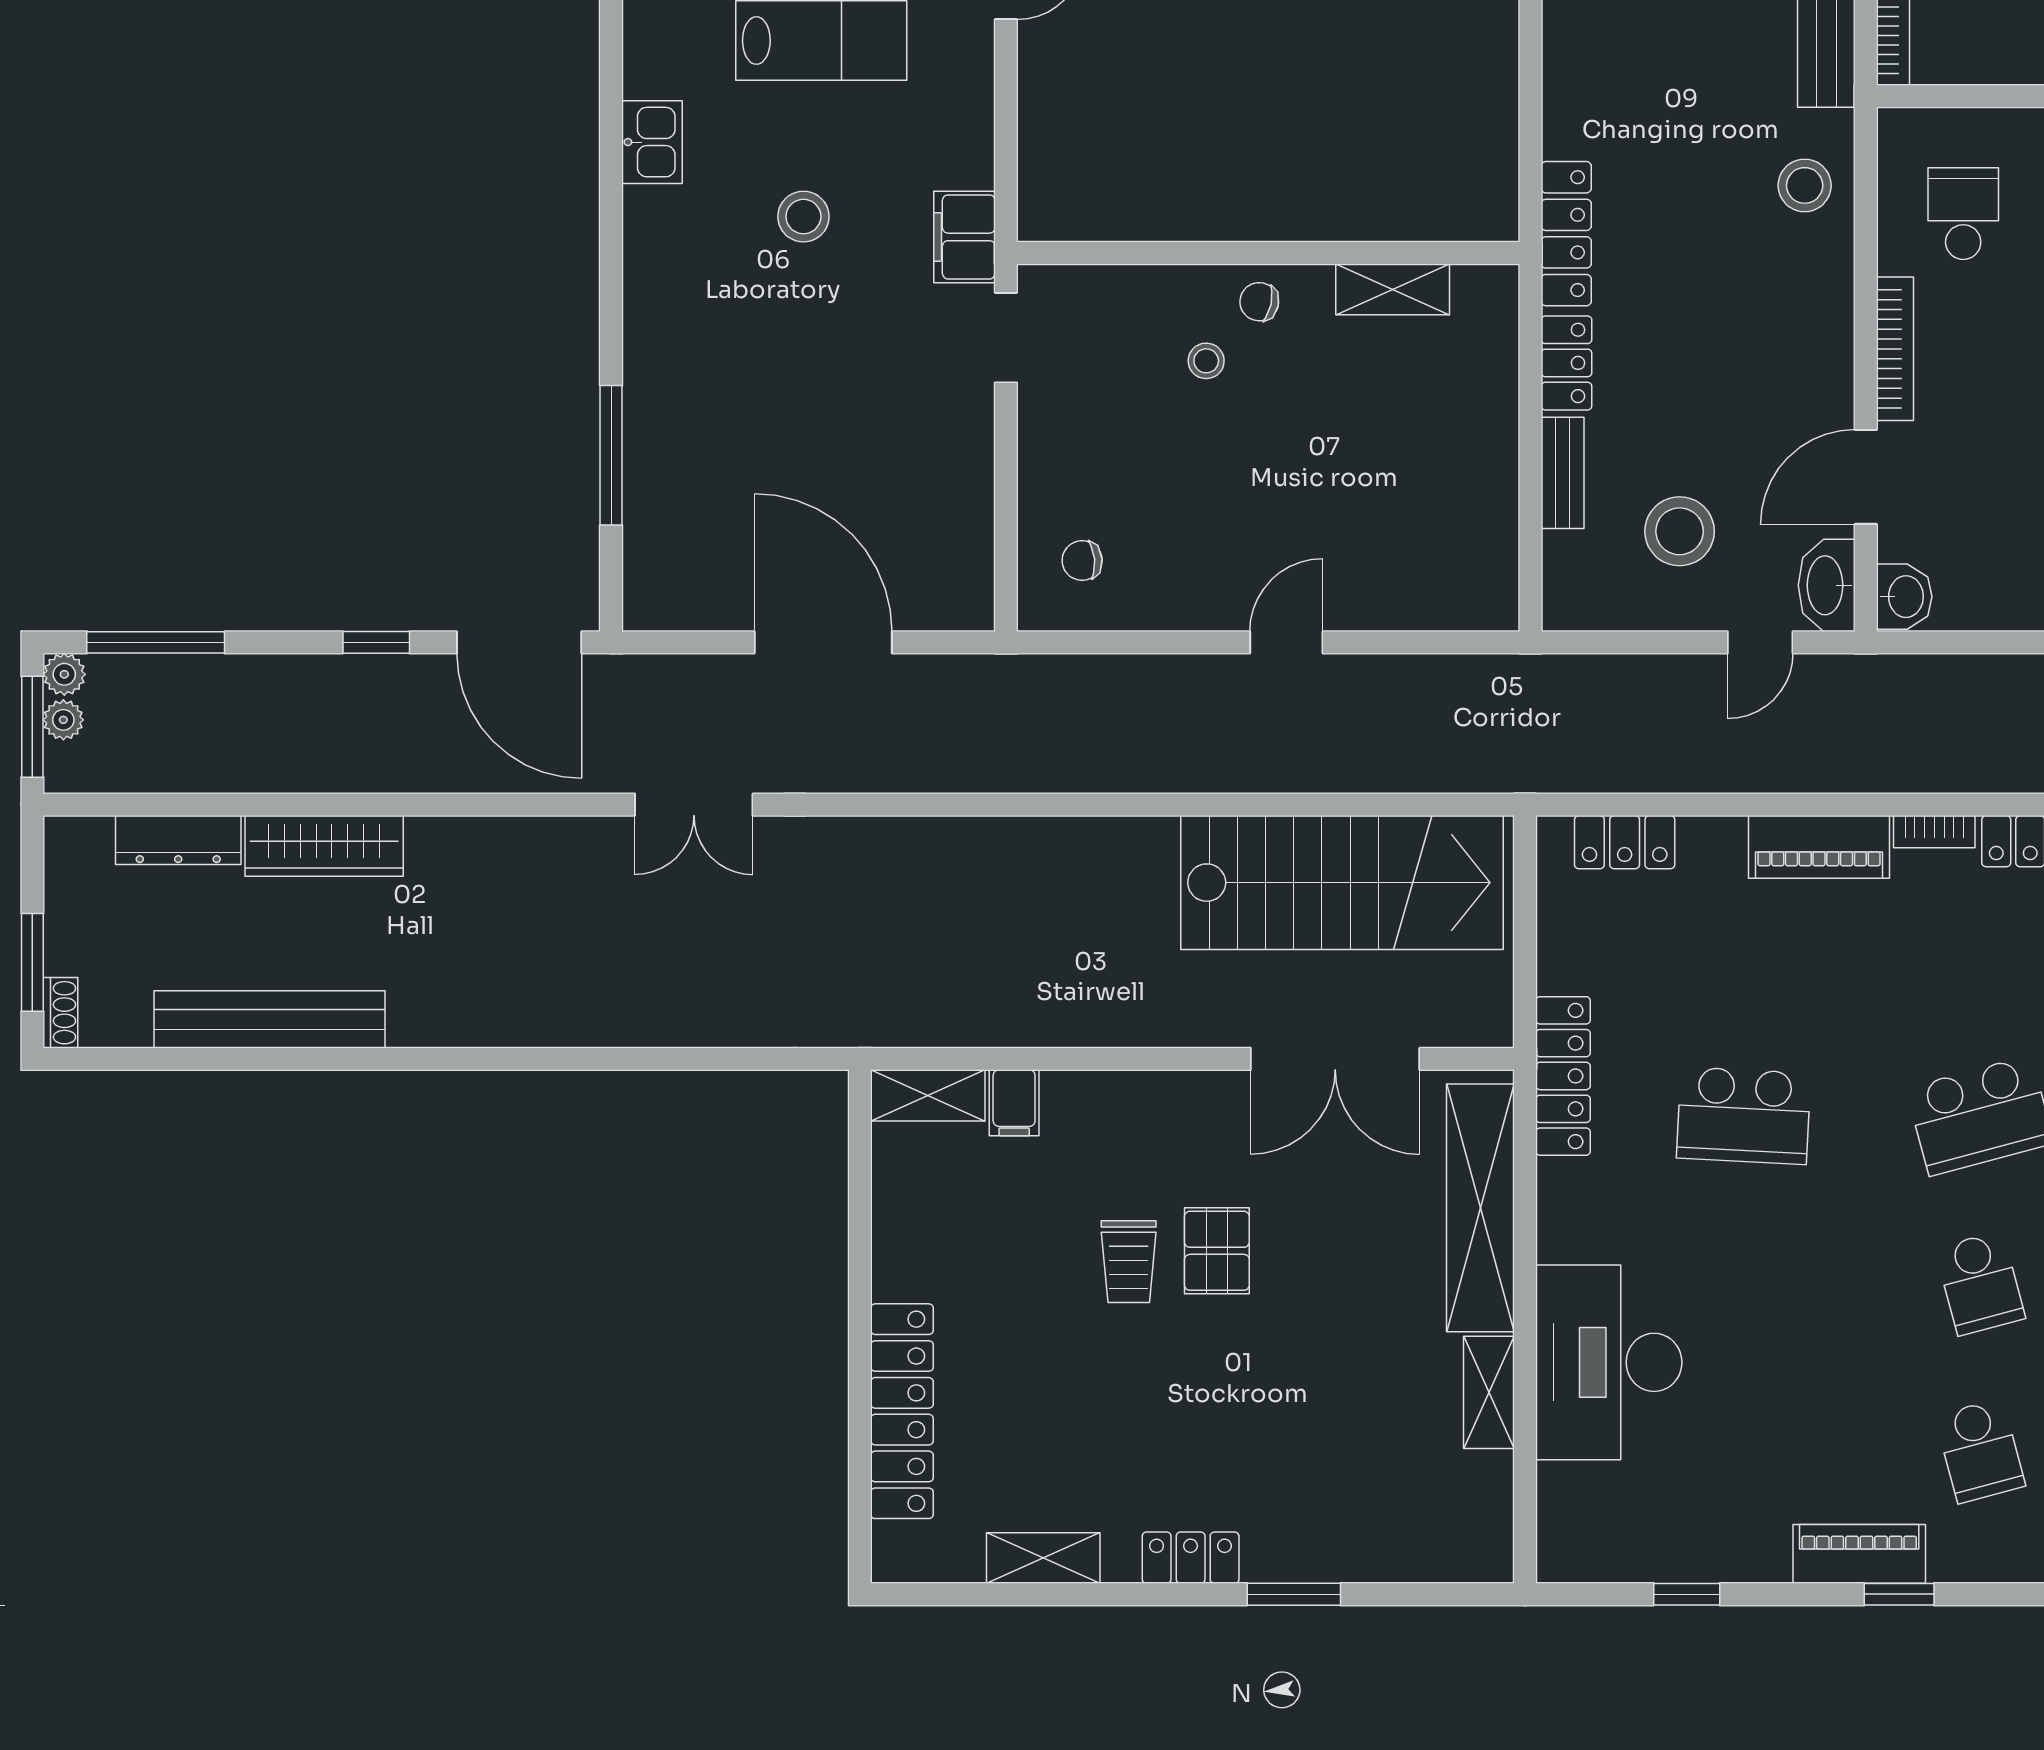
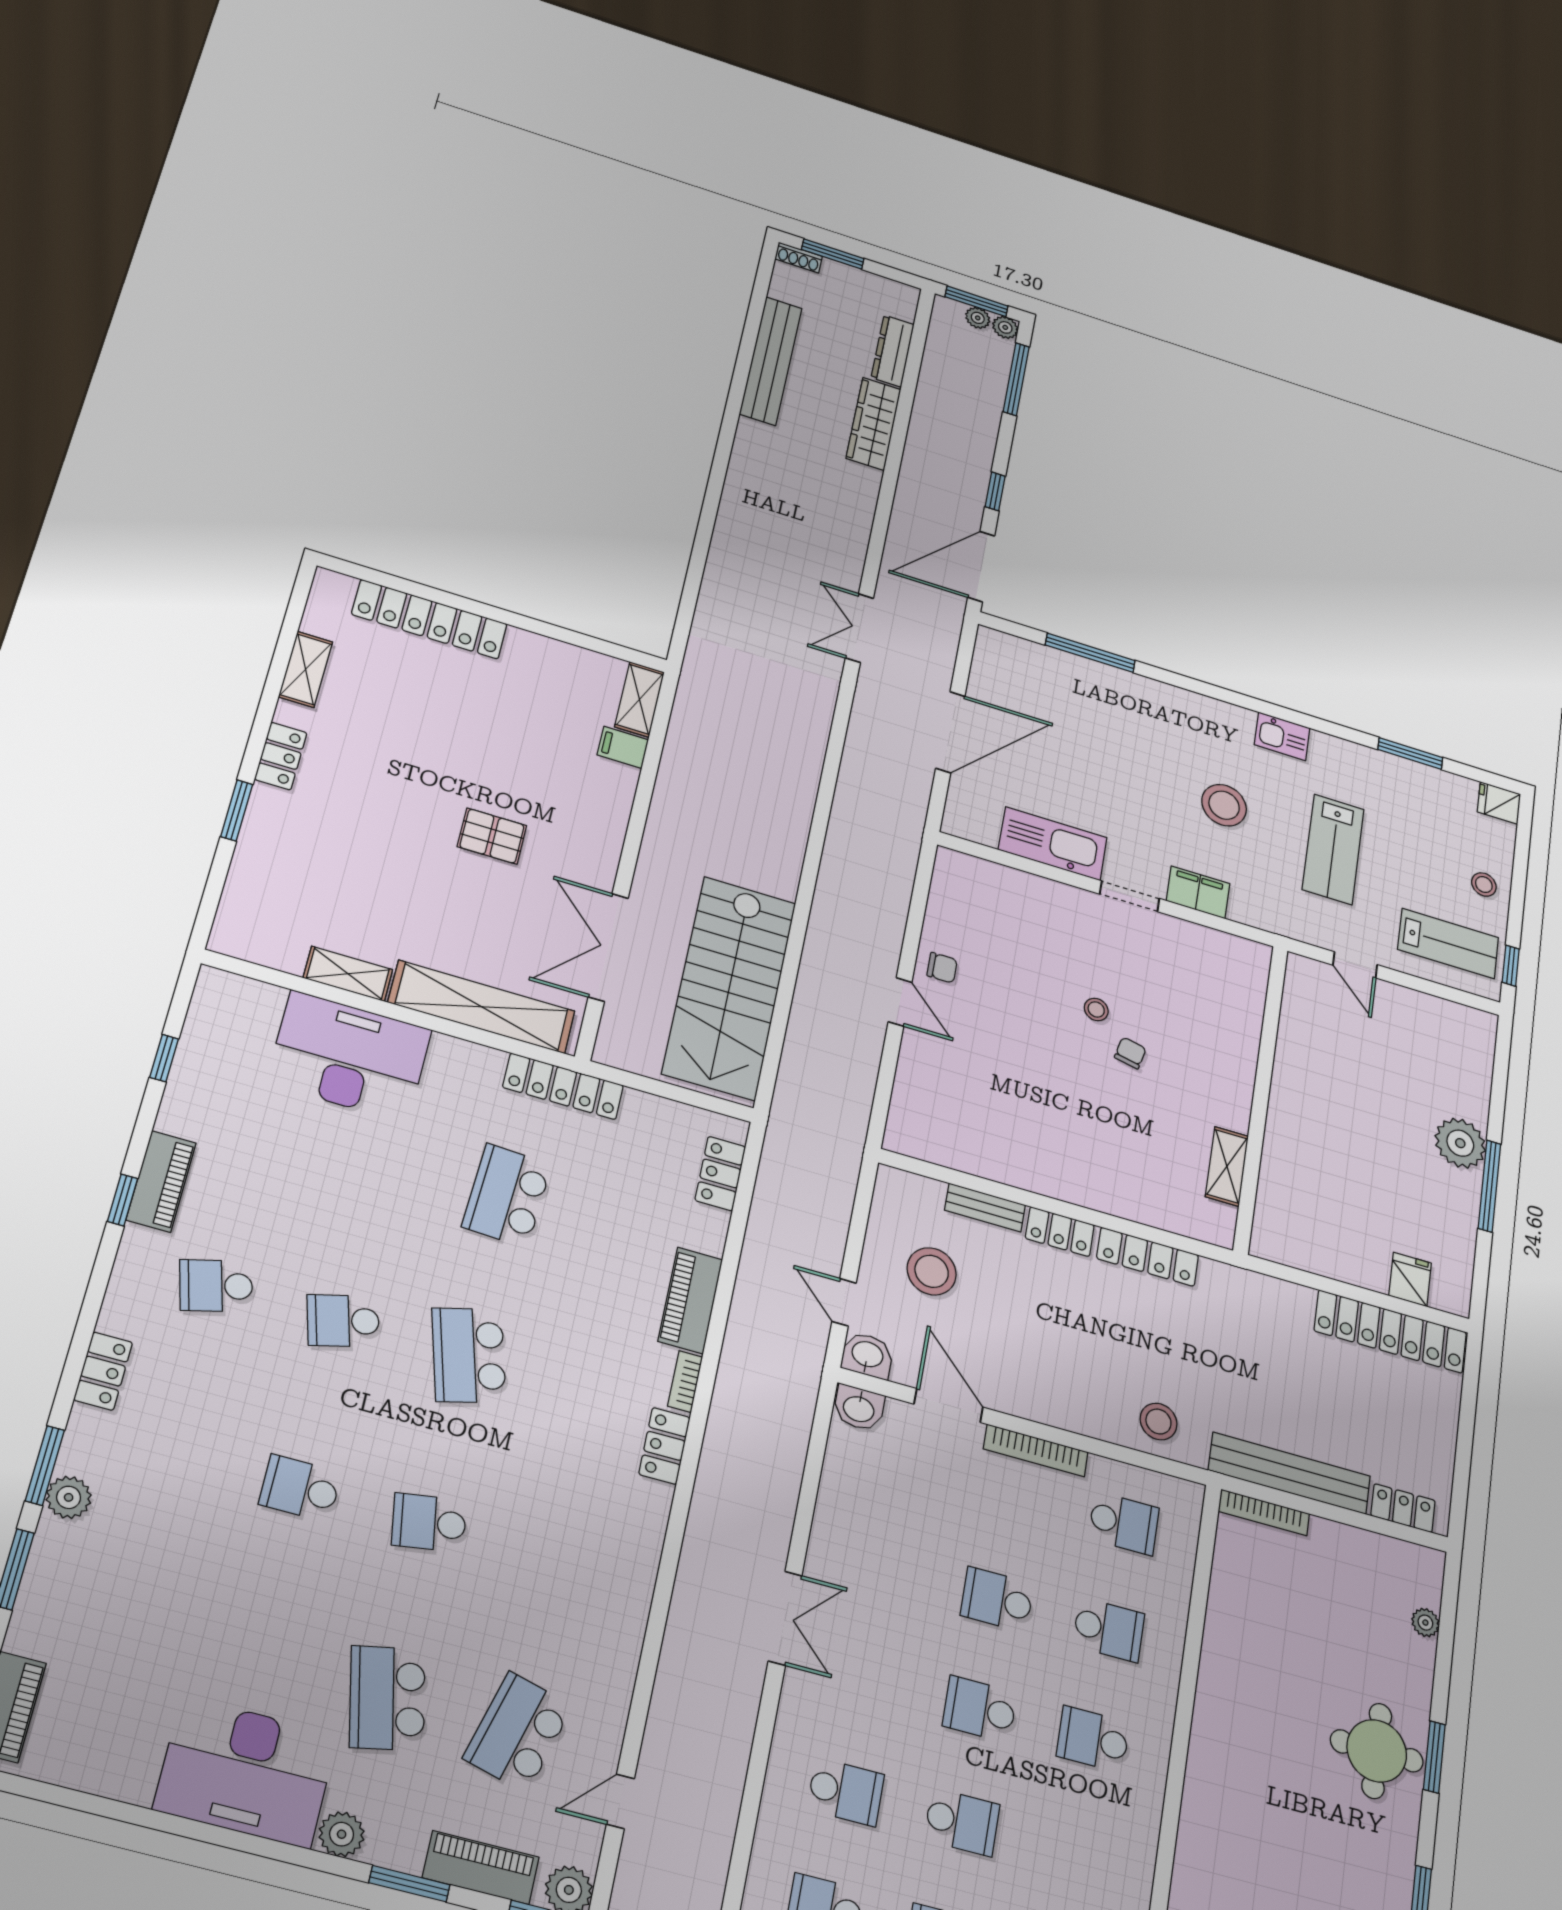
stool: (803, 217) -> (1224, 805), width x1.38, depth x1.38
wall: (1268, 253) -> (1261, 1097), moved
shelving: (1393, 289) -> (1227, 1166), moved
kitchen sink: (957, 464) -> (1053, 844), added
chair: (1082, 561) -> (942, 968), moved, turned 95
washbasin: (1827, 585) -> (867, 1355), width x0.72
trolley: (1129, 1262) -> (498, 781), removed

